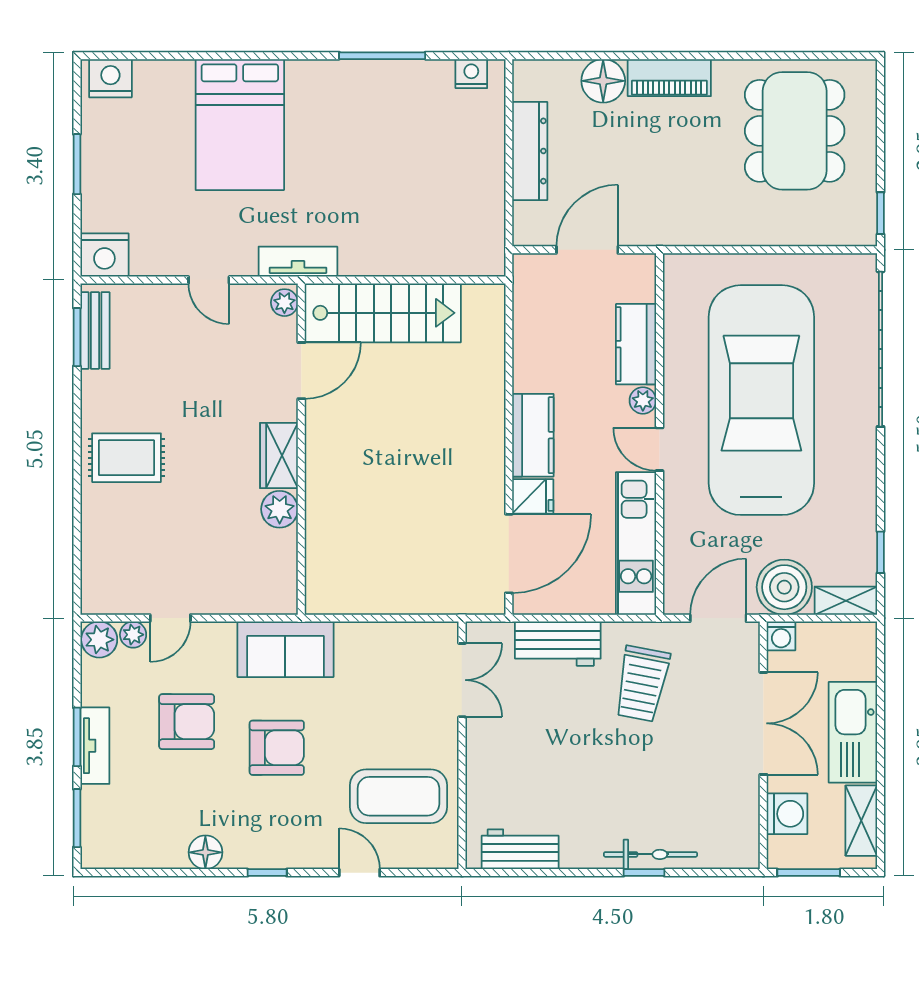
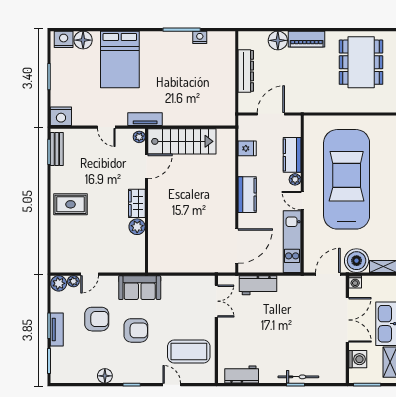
nightstand: (471, 74) -> (200, 37), moved
floor lamp: (155, 80) -> (83, 40), added
fridge: (533, 496) -> (247, 148), moved
trolley: (642, 684) -> (295, 303), removed

